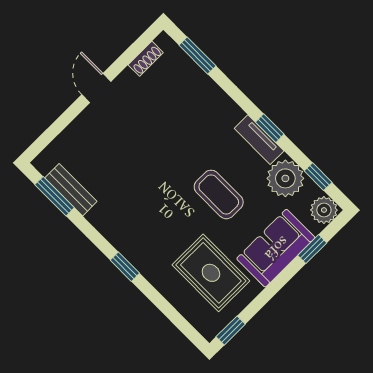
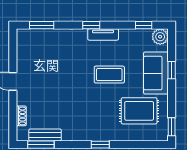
shoe rack: (146, 59) -> (21, 116), moved
window: (270, 128) -> (91, 25), moved
plant: (285, 178) -> (131, 40), removed
window: (312, 249) -> (172, 70), moved

